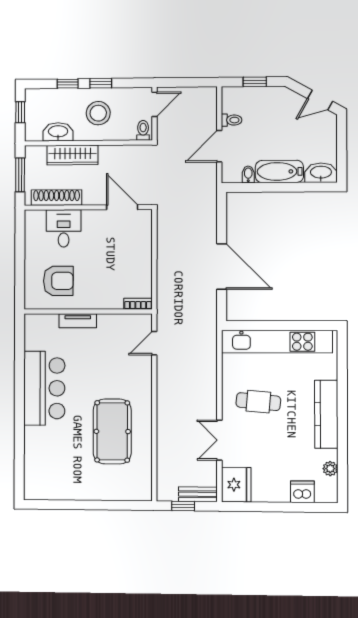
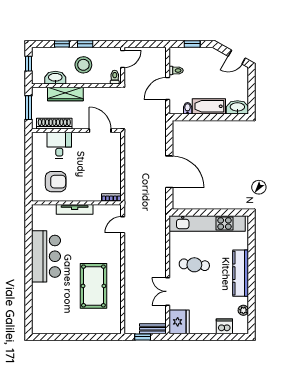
tv unit: (78, 321) -> (75, 209), width x1.41

